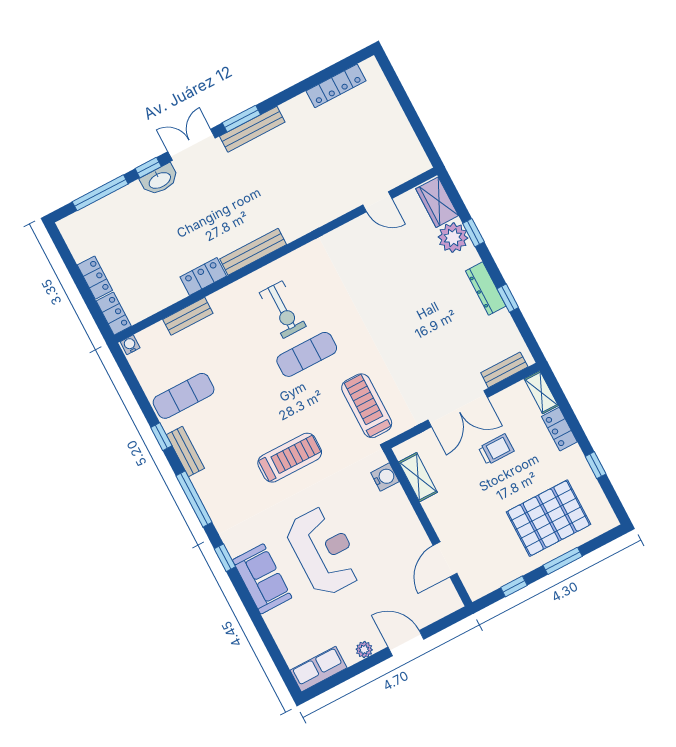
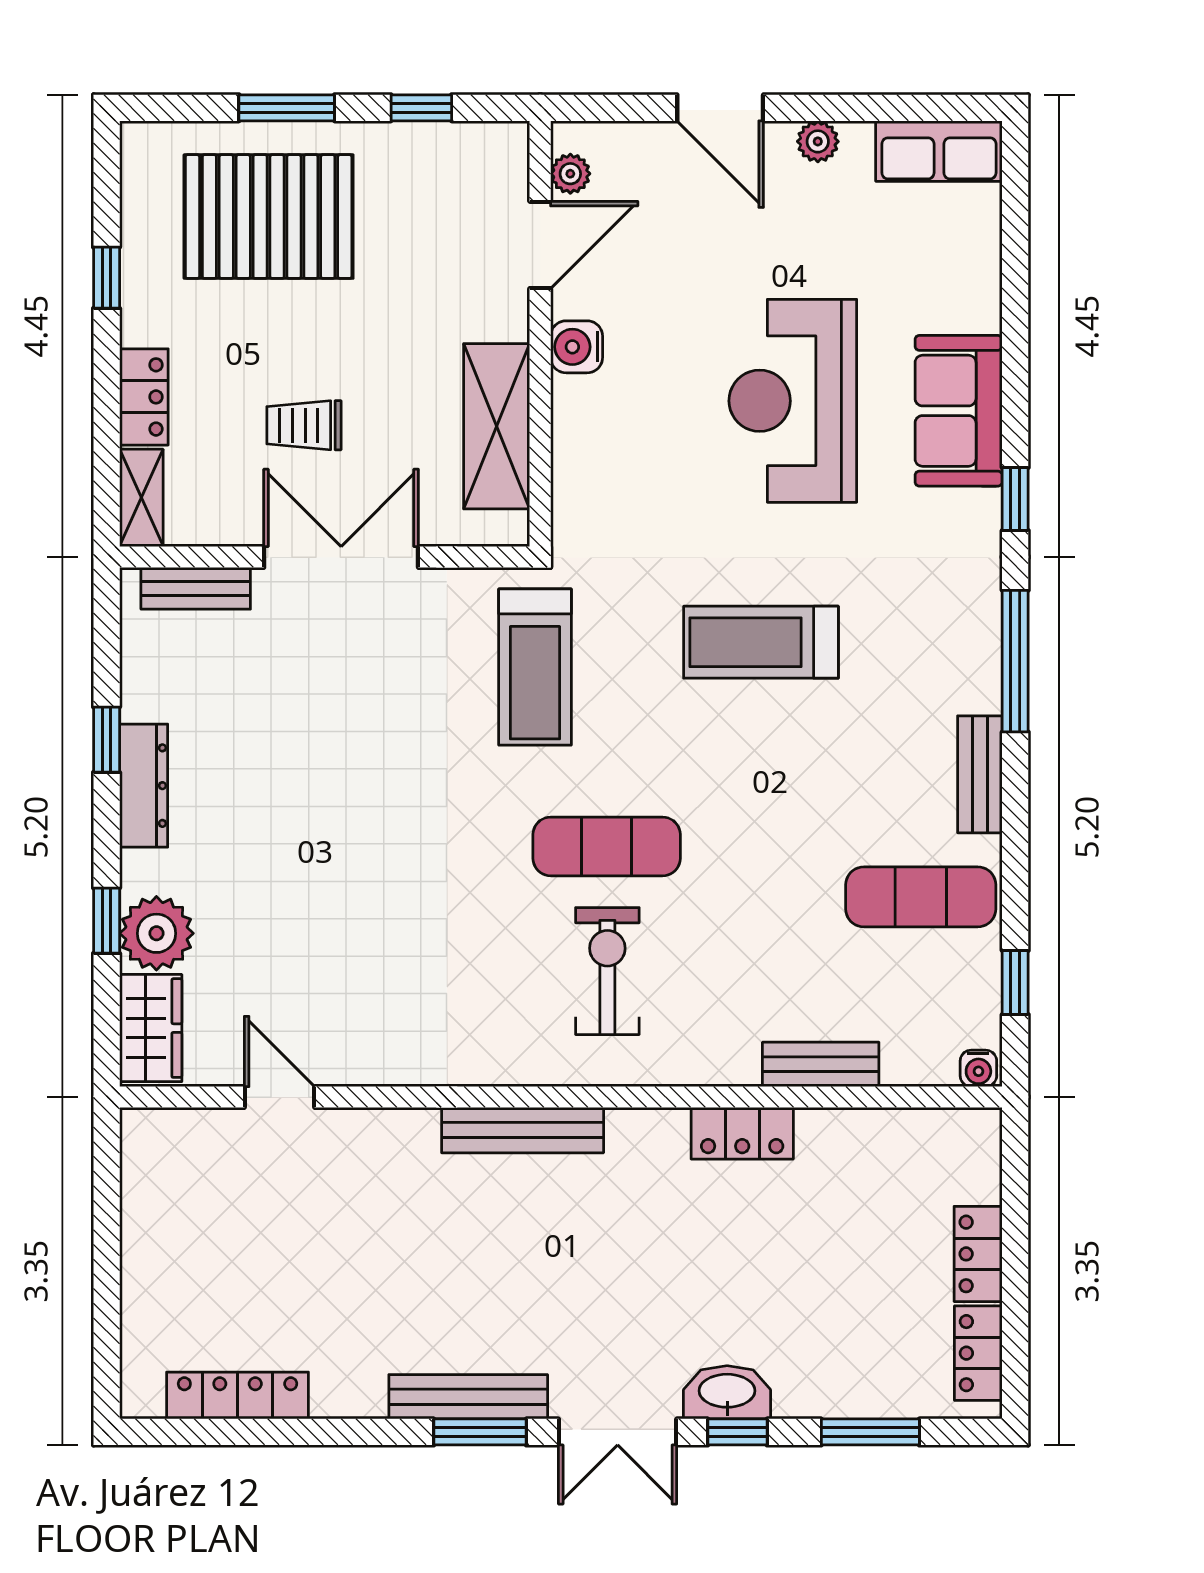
window: (100, 193) -> (870, 1432), width x0.69
bench: (253, 252) -> (523, 1130), moved
locker: (114, 314) -> (978, 1353), moved
window: (161, 437) -> (1015, 982), moved
water cooler: (385, 477) -> (577, 347), moved
shelving: (418, 477) -> (497, 426), width x1.50, depth x1.33
plant: (448, 591) -> (570, 174), added

